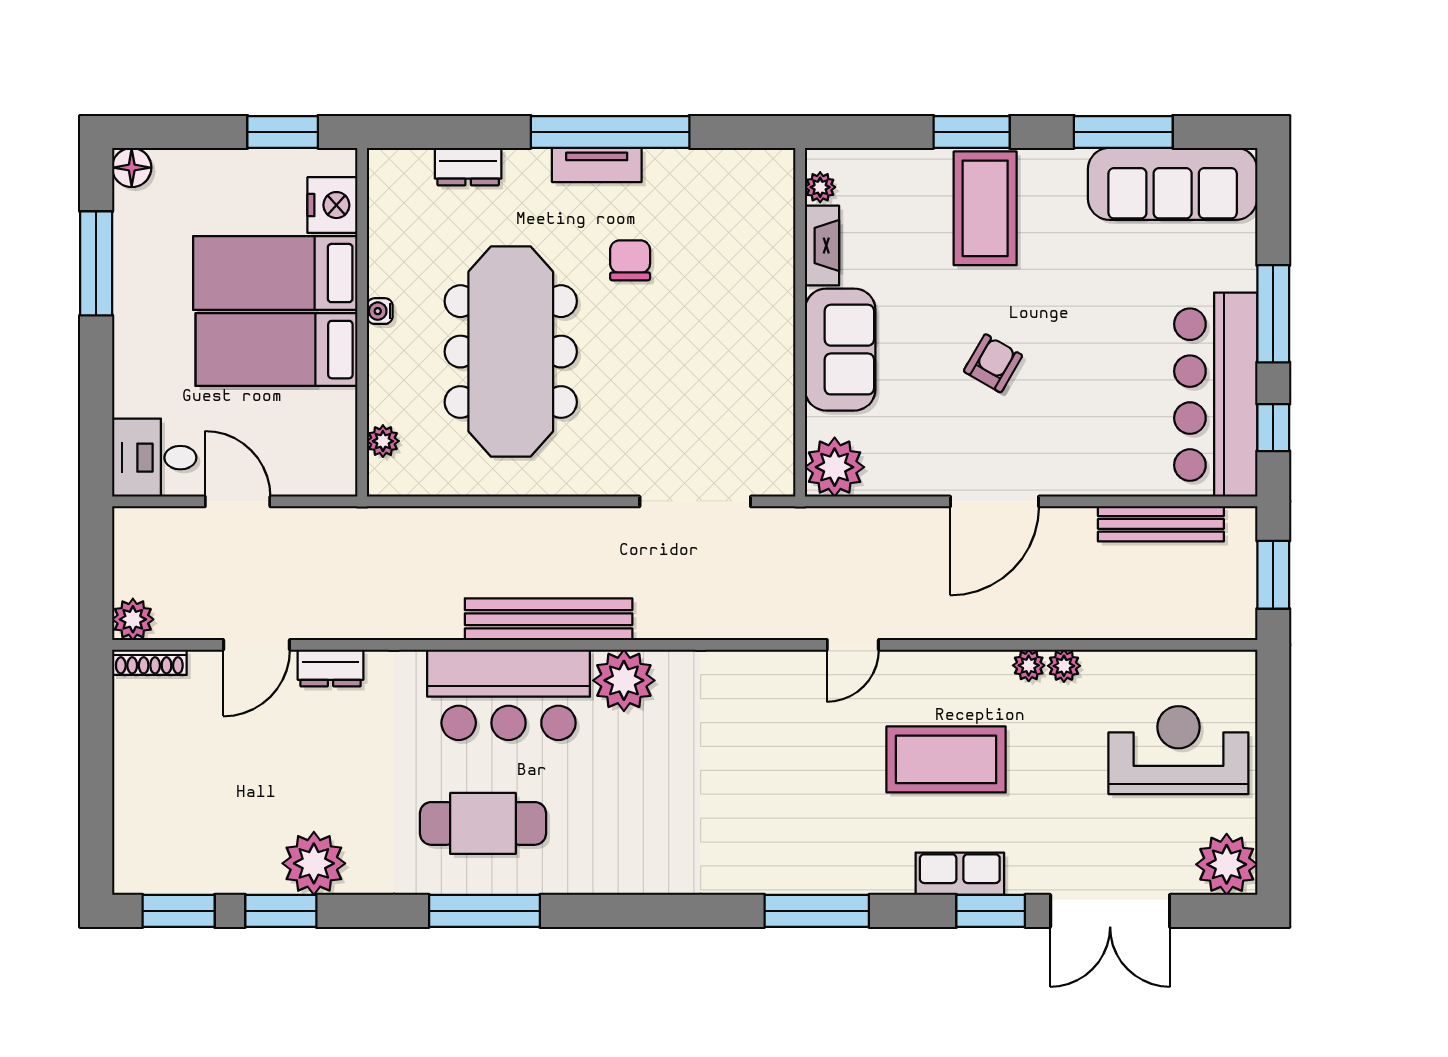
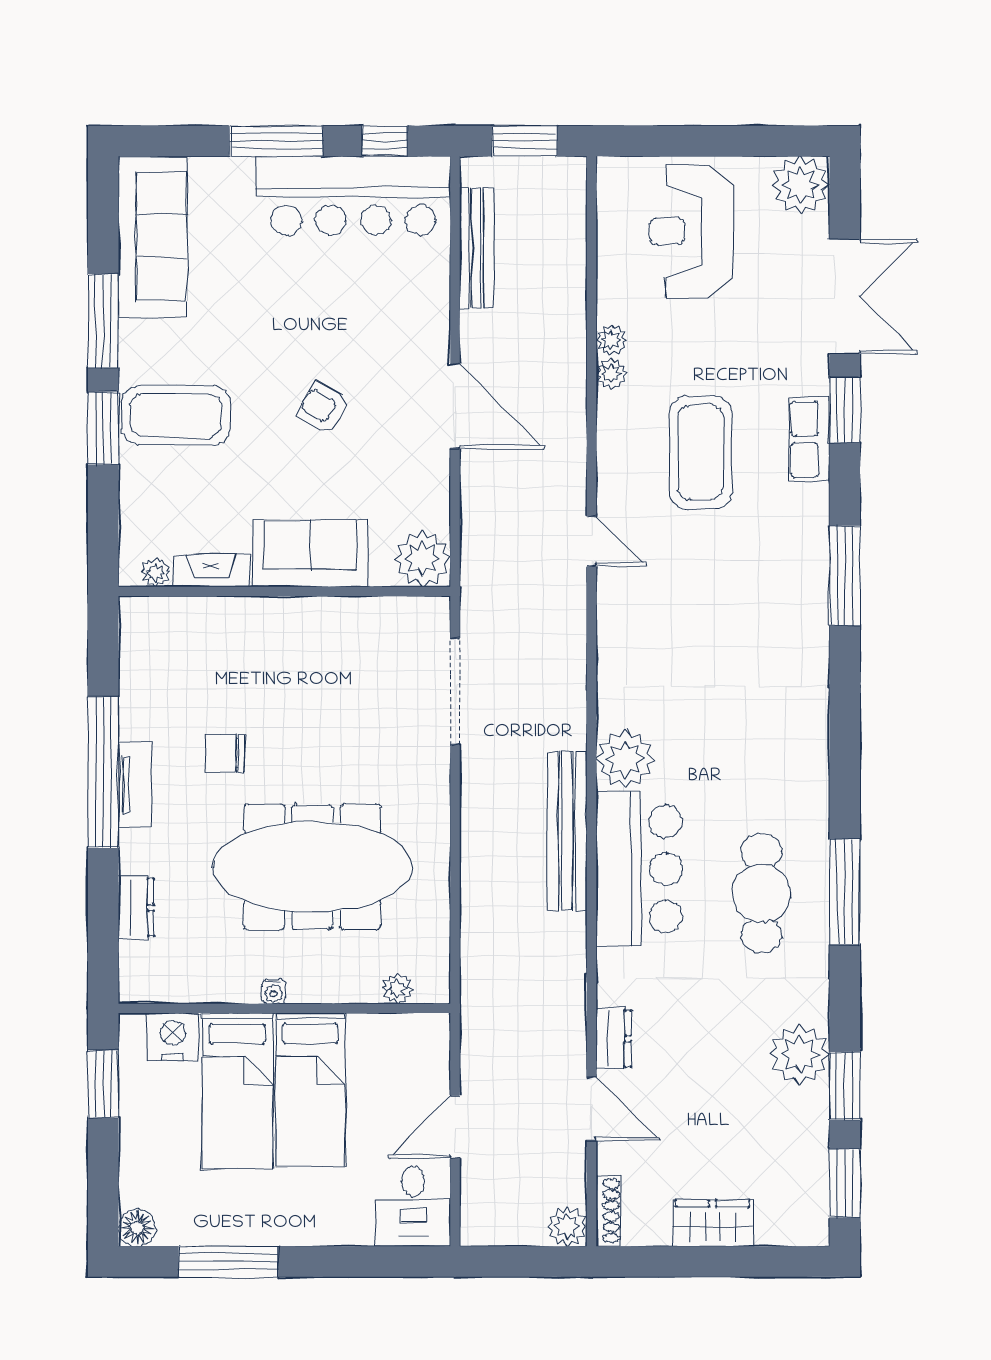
window: (1123, 132) -> (103, 321), moved
wardrobe: (137, 772) -> (713, 1223), added

